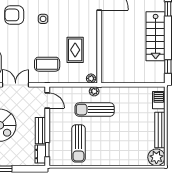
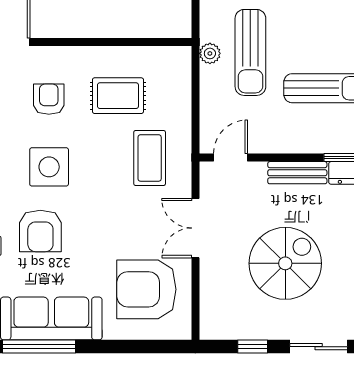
side table: (43, 19) -> (49, 167), width x1.87, depth x1.87
armchair: (74, 19) -> (49, 99), added
plant: (91, 78) -> (181, 60), removed

